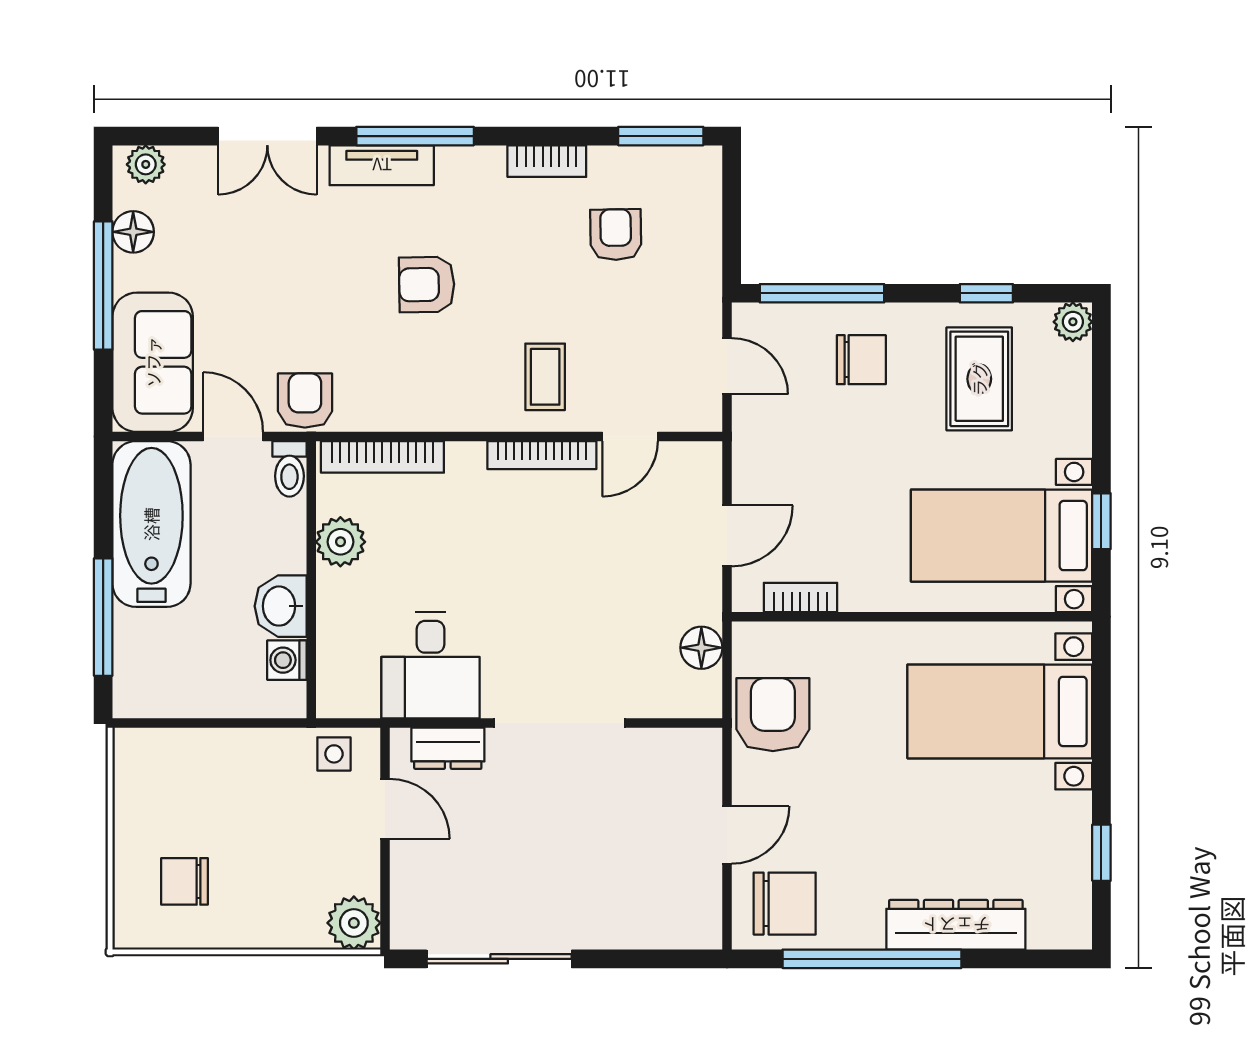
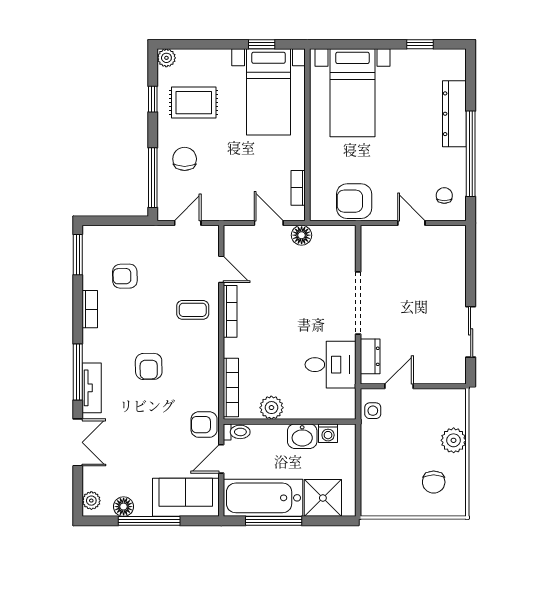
window: (103, 617) -> (274, 521), moved
floor lamp: (701, 648) -> (302, 235), moved
shower: (151, 649) -> (323, 498), added
chair: (785, 904) -> (444, 196), width x0.54, depth x0.54
plant: (354, 923) -> (454, 440), moved
sliding door: (499, 959) -> (471, 332), width x0.73

